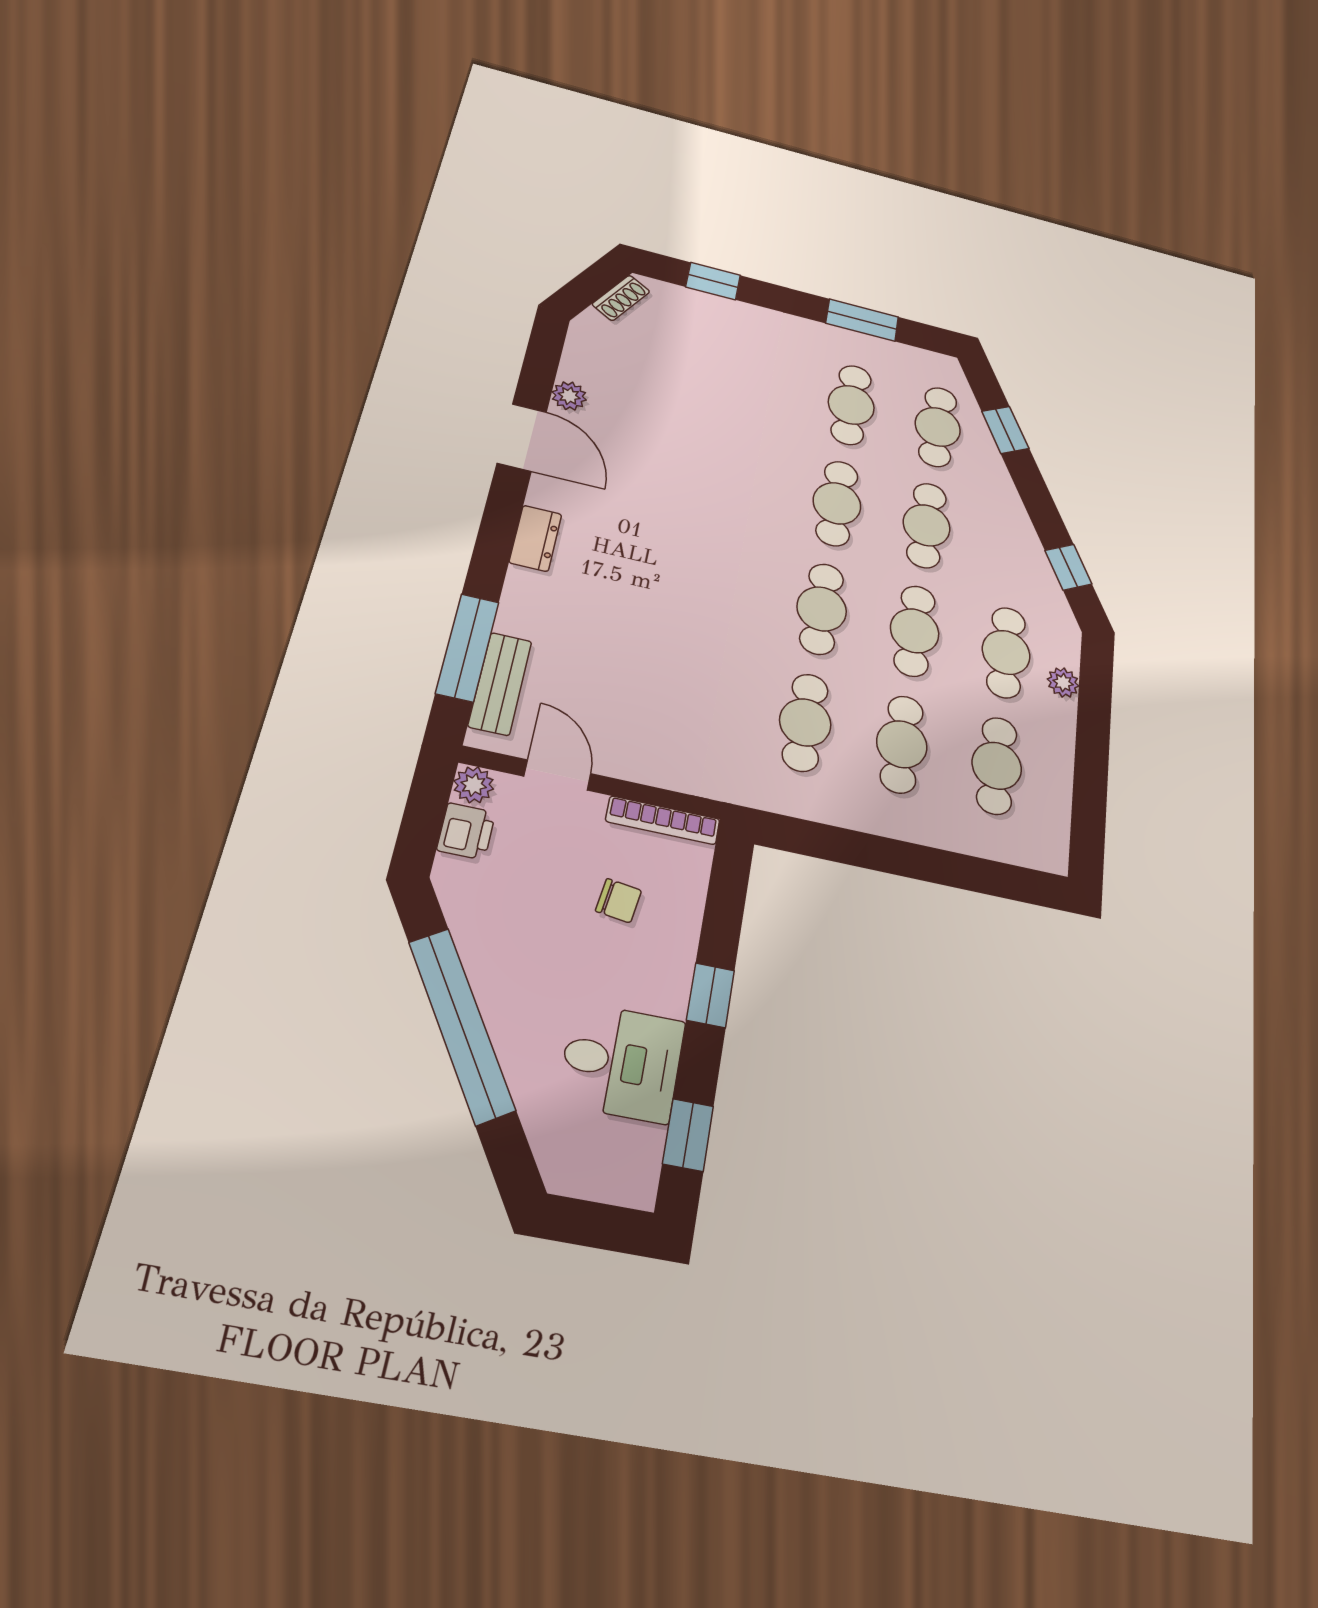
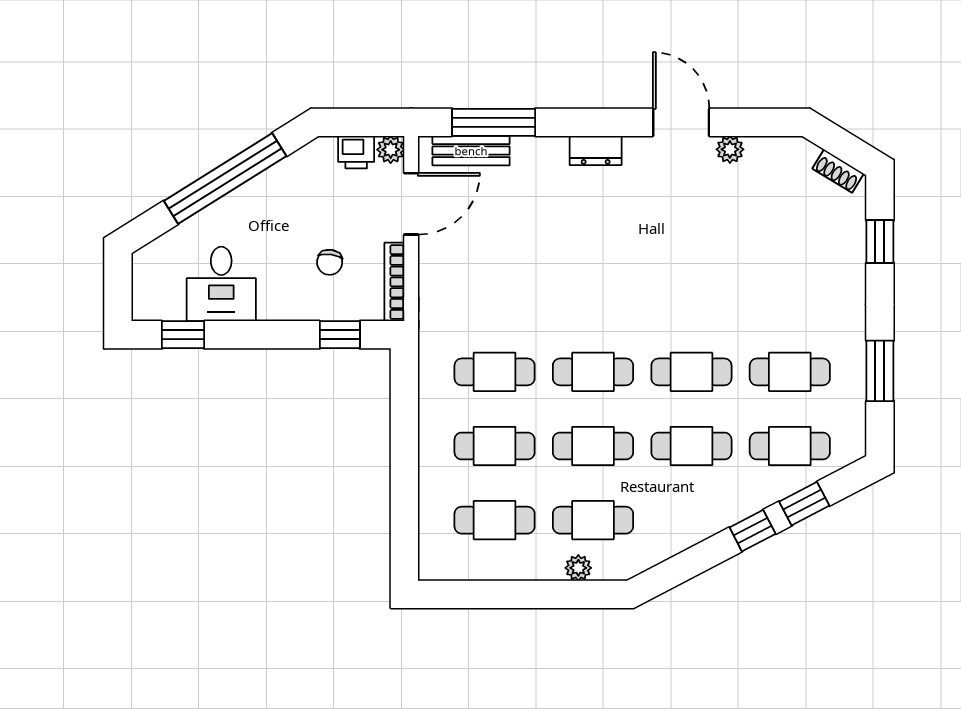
door: (522, 437) -> (681, 122), swing flipped
window: (1068, 567) -> (753, 531), moved
door: (557, 775) -> (411, 204), width x1.38
window: (710, 995) -> (340, 335), moved

